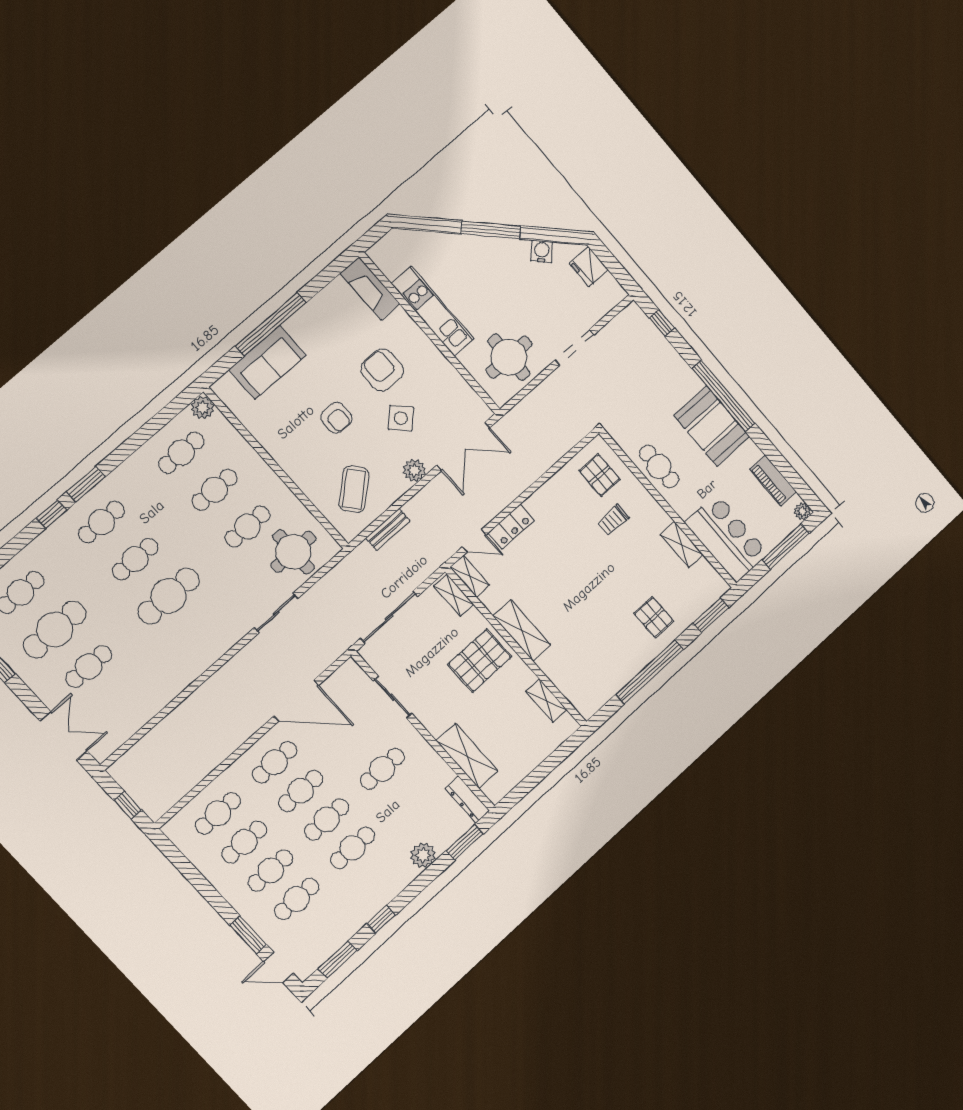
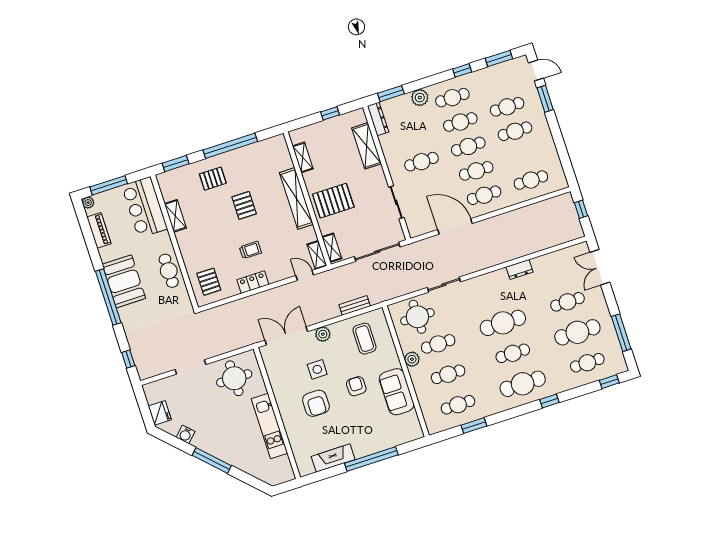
fireplace: (370, 288) -> (333, 458), moved, turned -90
sofa: (267, 362) -> (397, 392), moved, turned -90
plant: (203, 408) -> (412, 359), moved
side table: (401, 418) -> (317, 369), turned 45
window: (86, 484) -> (474, 426), moved
coffee table: (354, 489) -> (365, 339), turned -49
trolley: (613, 520) -> (250, 250), moved
cafe table: (102, 522) -> (523, 384), width x1.37, depth x1.35
locker: (511, 527) -> (253, 282), moved
pallet: (597, 600) -> (244, 205), added
pallet: (654, 617) -> (213, 179), turned 90
shelving: (522, 630) -> (296, 198), width x1.47
dresser: (178, 681) -> (519, 270), added
window: (536, 777) -> (330, 113), added
cafe table: (244, 842) -> (452, 98), moved

